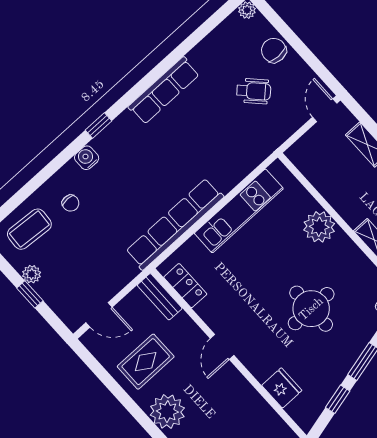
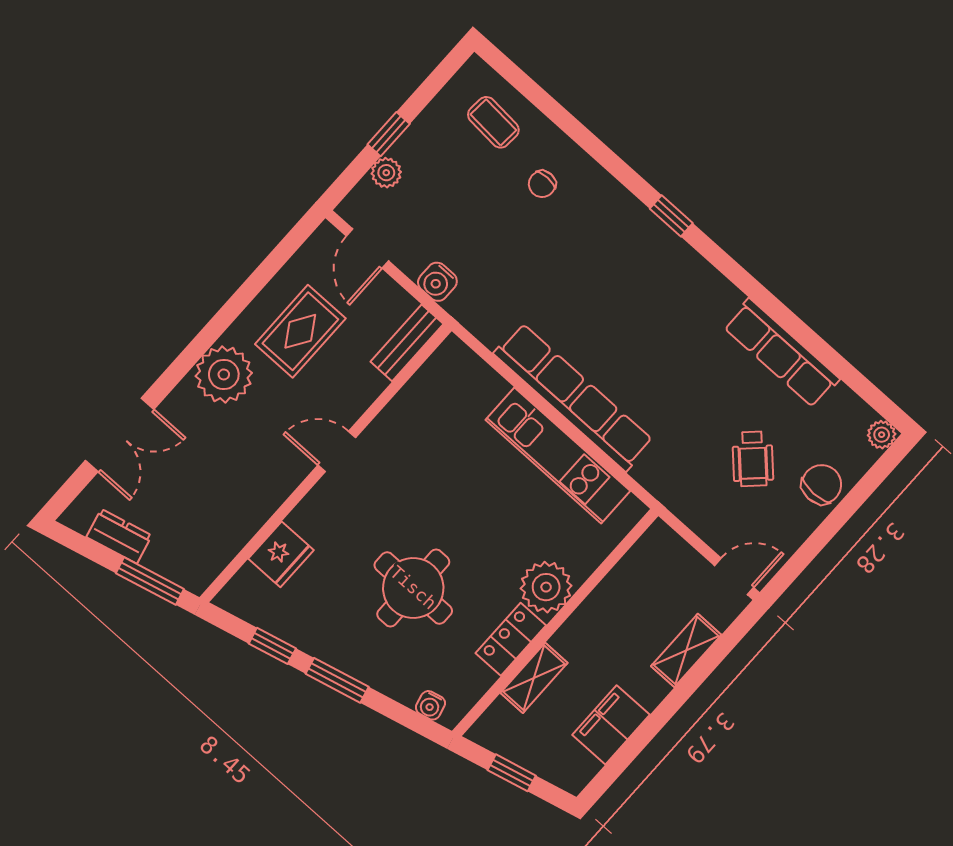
row of seats: (164, 90) -> (781, 353), moved
water cooler: (87, 158) -> (437, 282), moved, turned 180
row of seats: (175, 224) -> (573, 397), moved
coffee table: (29, 229) -> (493, 122), width x0.73, depth x0.77
plant: (32, 274) -> (386, 173), moved
locker: (185, 286) -> (511, 639), moved, turned 180
rug: (146, 362) -> (300, 331), turned 90

